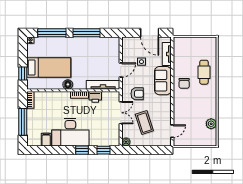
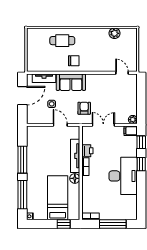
tv unit: (103, 85) -> (75, 156), moved
coffee table: (144, 123) -> (113, 101), removed
filing cabinet: (46, 140) -> (131, 131), moved

